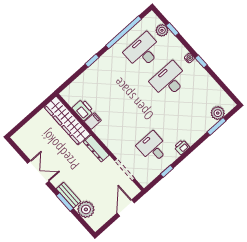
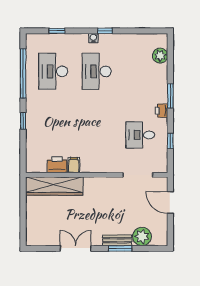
plant: (162, 30) -> (50, 40), removed
window: (217, 126) -> (170, 96), moved
dresser: (96, 149) -> (99, 183), removed

